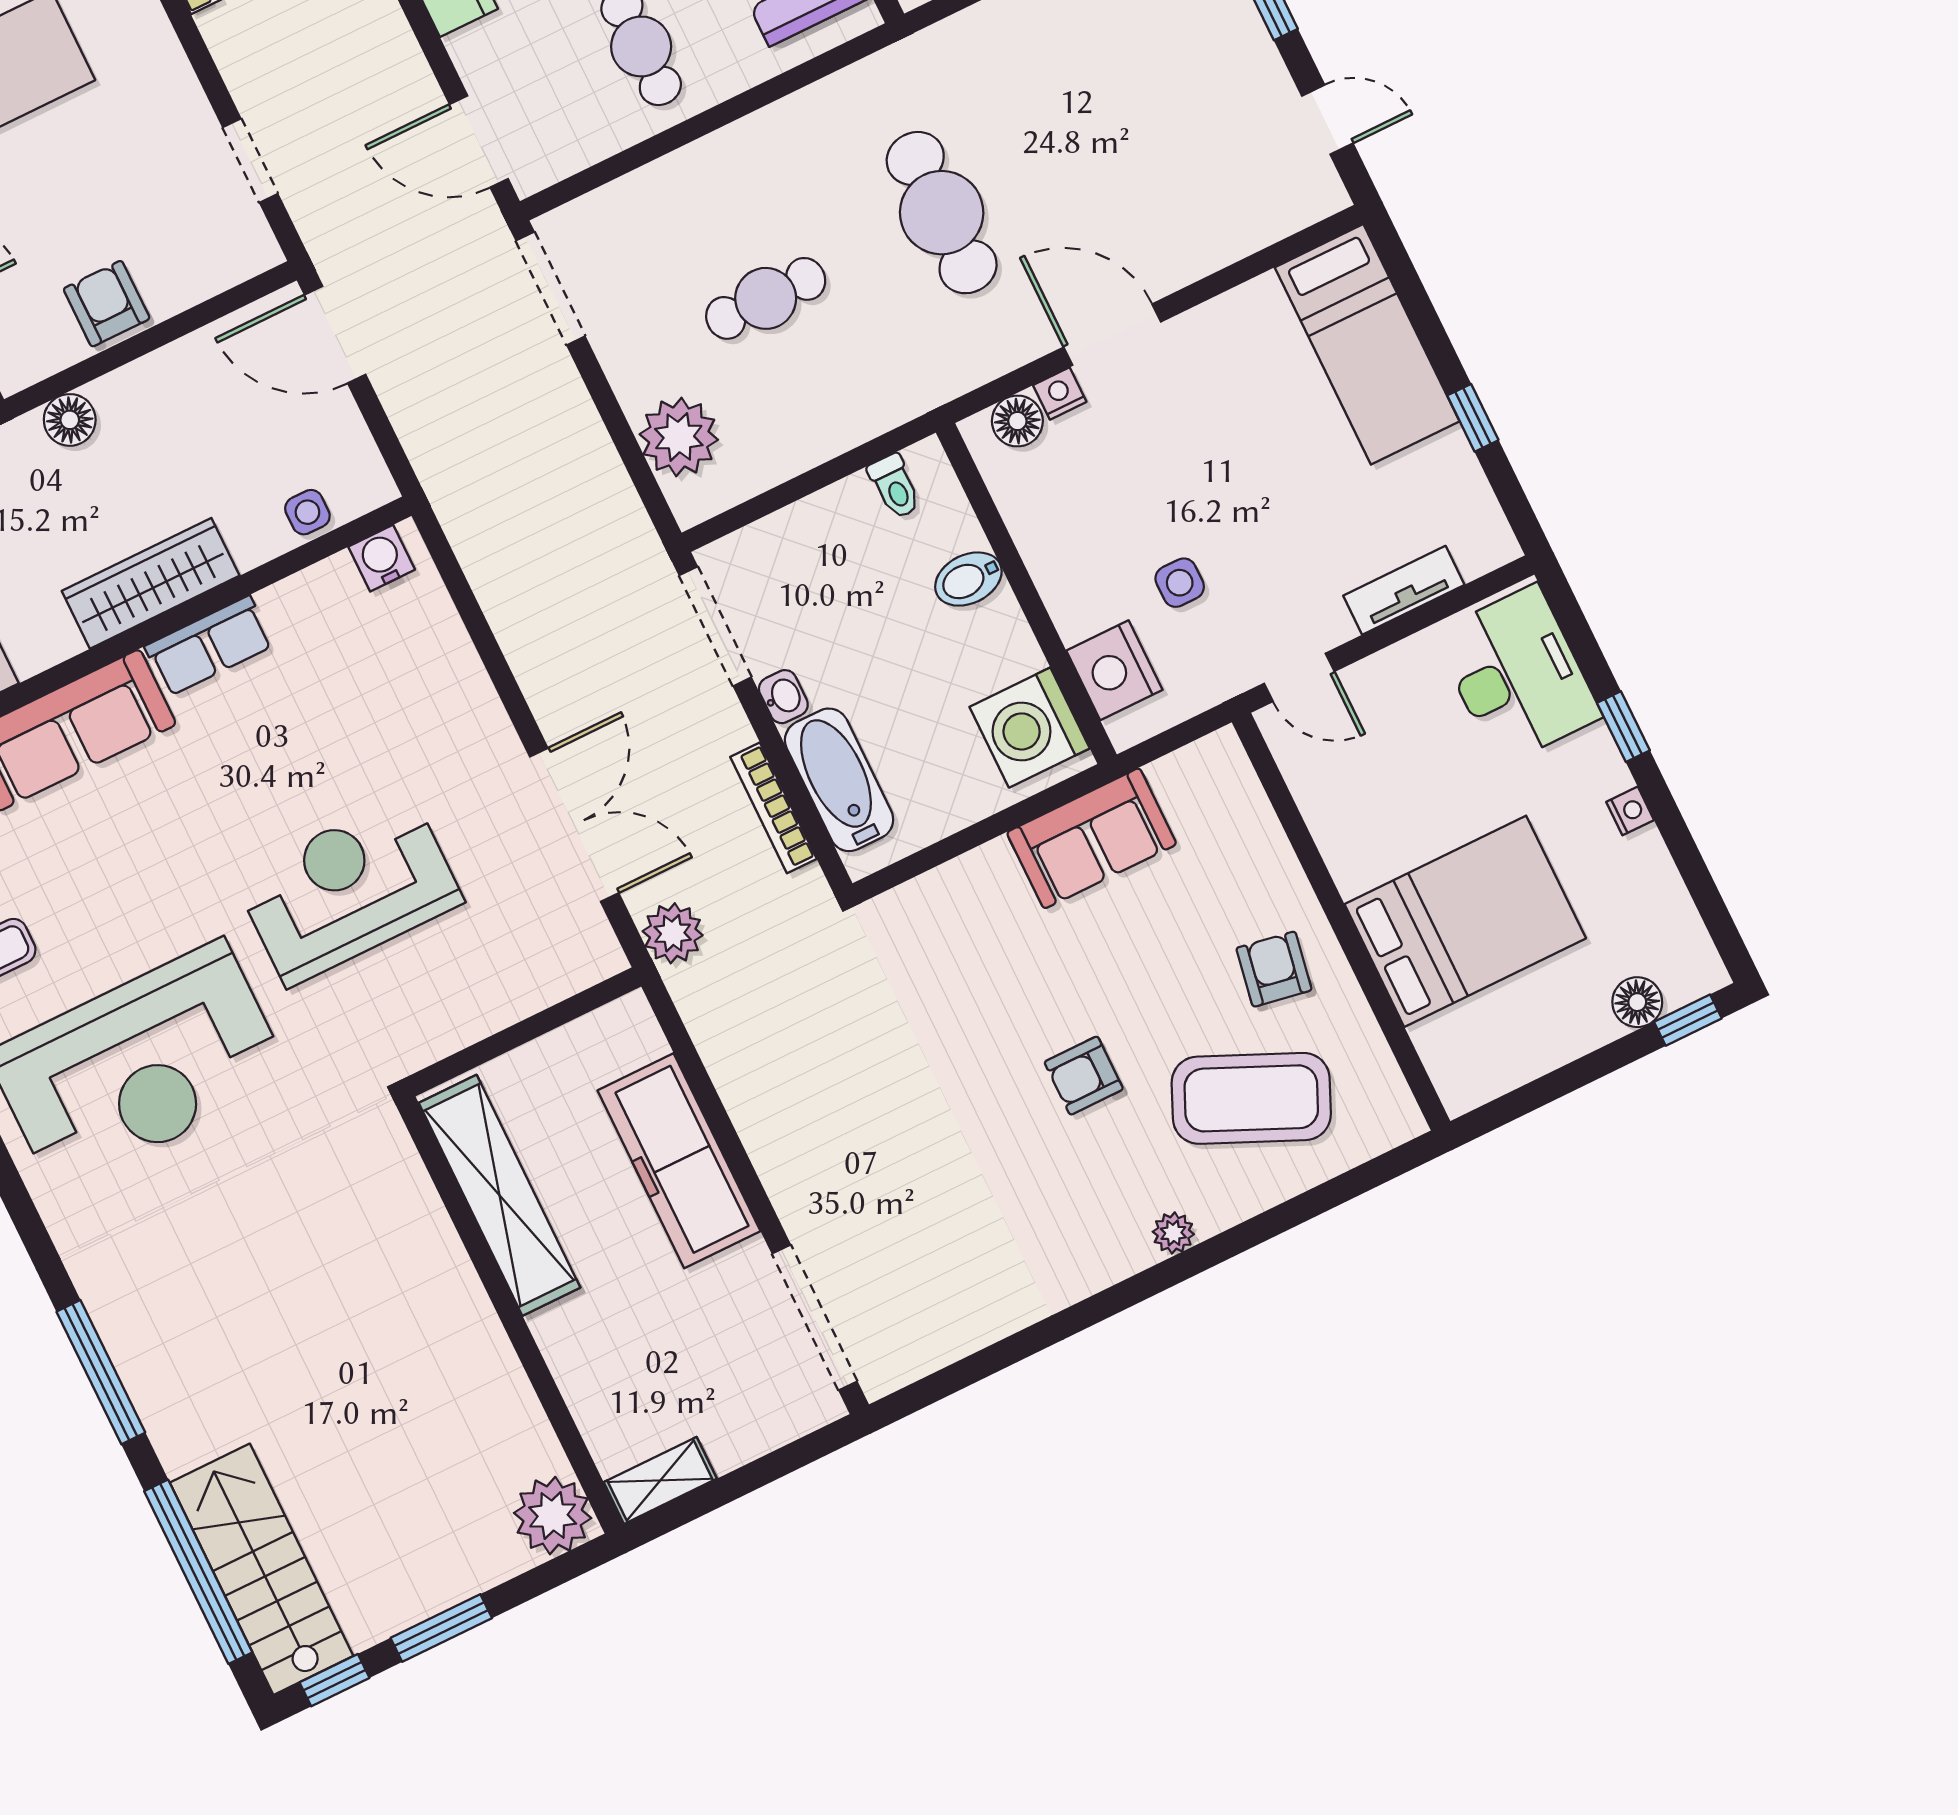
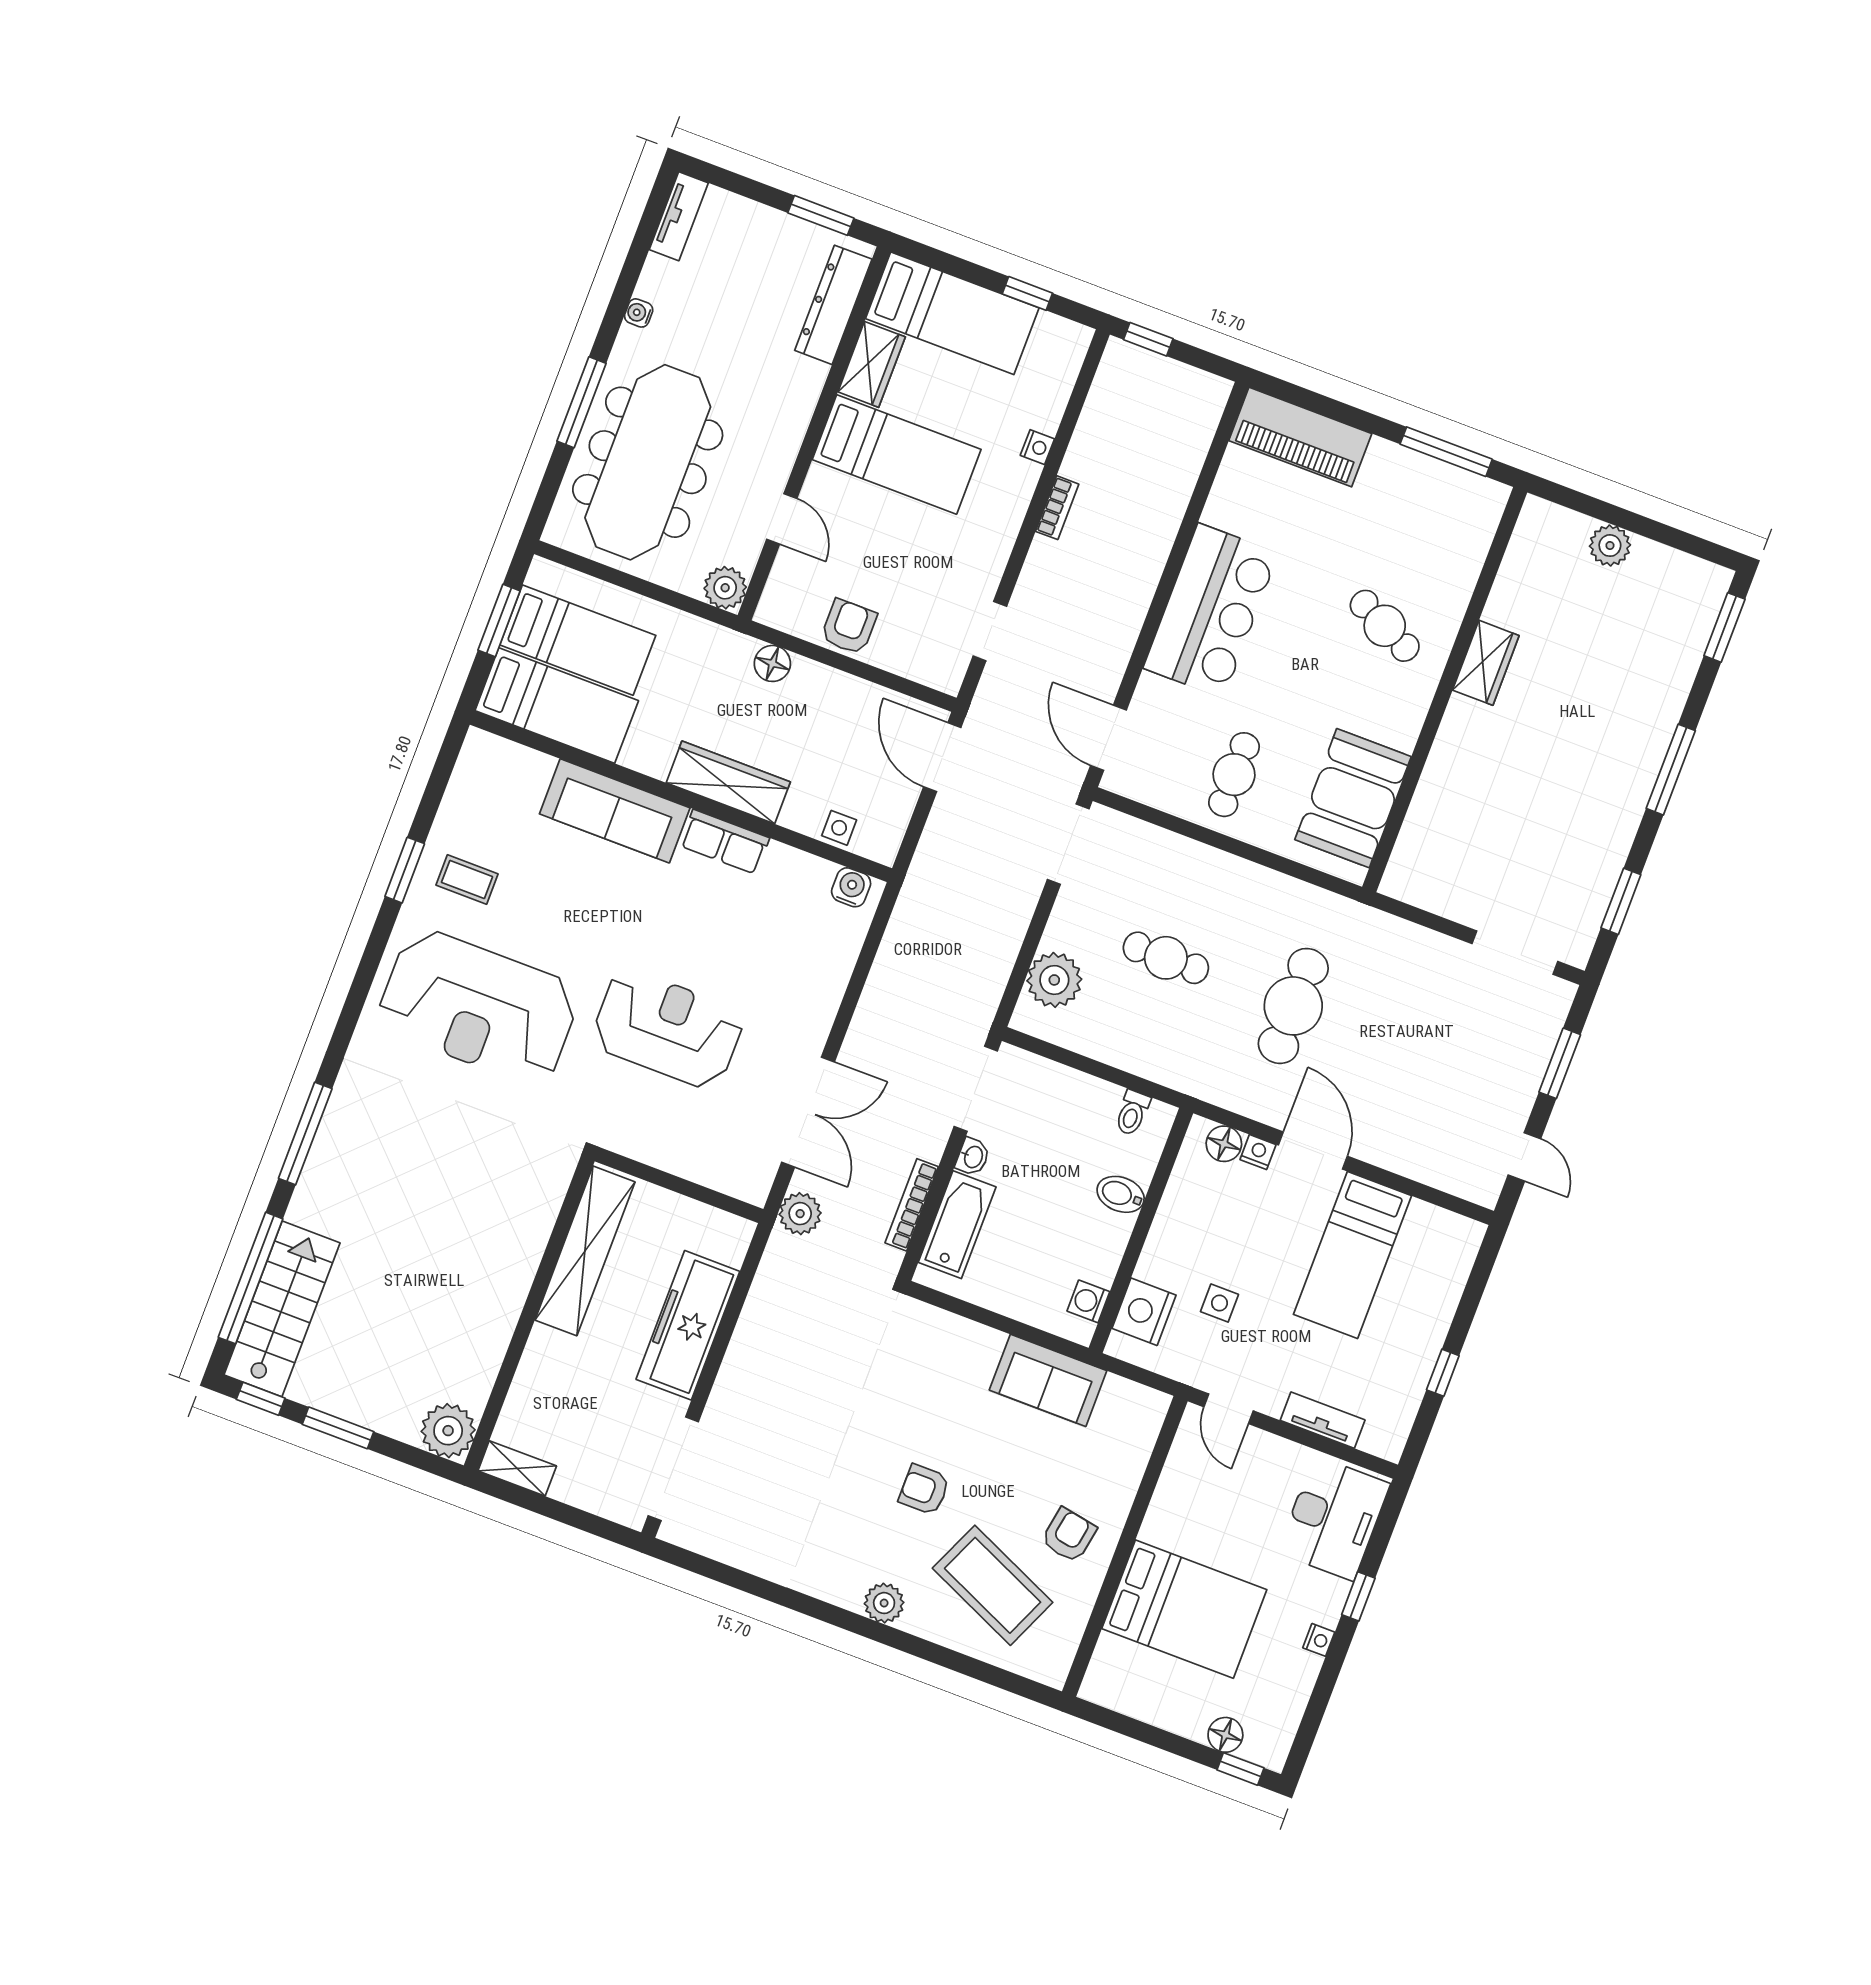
bed: (1367, 344) -> (1352, 1255), moved
washing machine: (1030, 728) -> (1088, 1301), width x0.53, depth x0.53
plant: (1173, 1233) -> (884, 1603), width x1.38, depth x1.38

